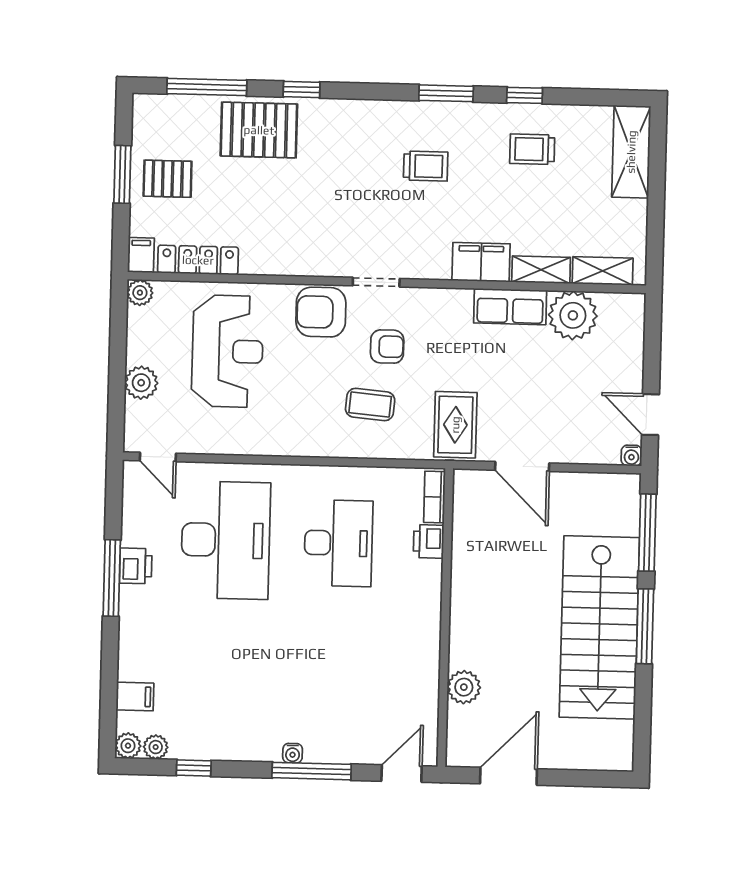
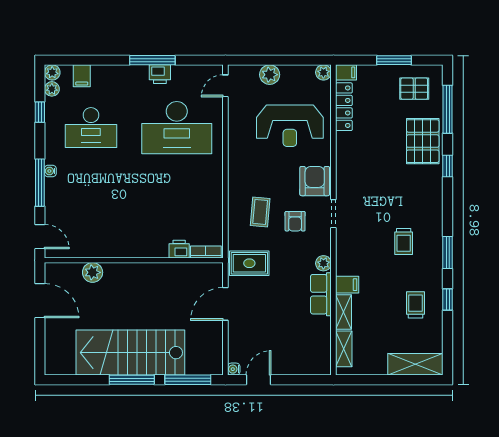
pallet: (168, 179) -> (414, 89), moved, turned 90
filing cabinet: (481, 262) -> (347, 285), width x0.50
plant: (573, 315) -> (323, 263), moved, width x0.53, depth x0.53
desk: (338, 543) -> (91, 128), moved

